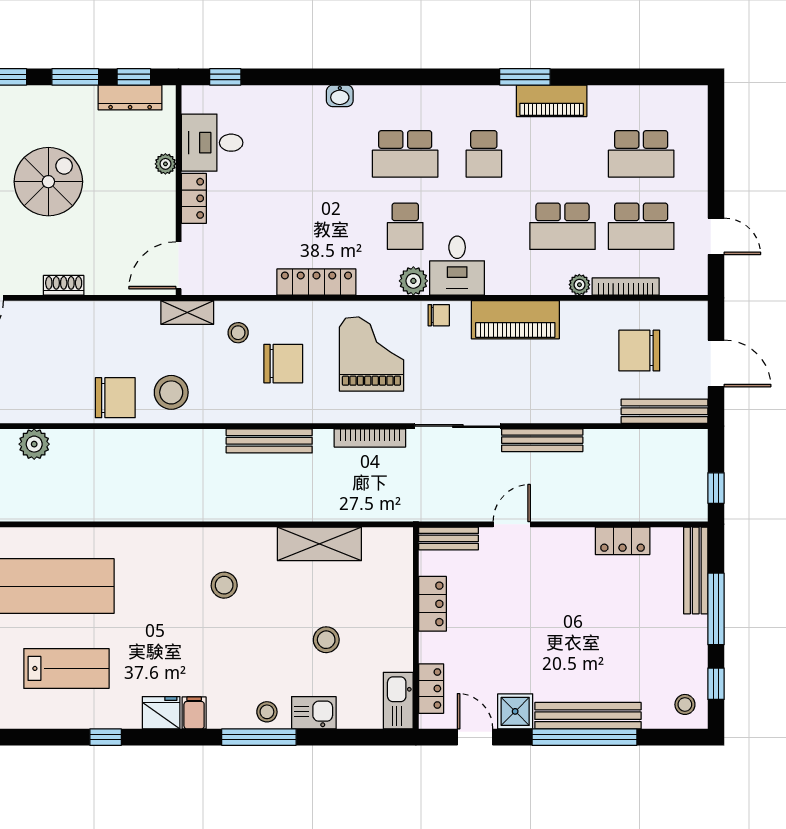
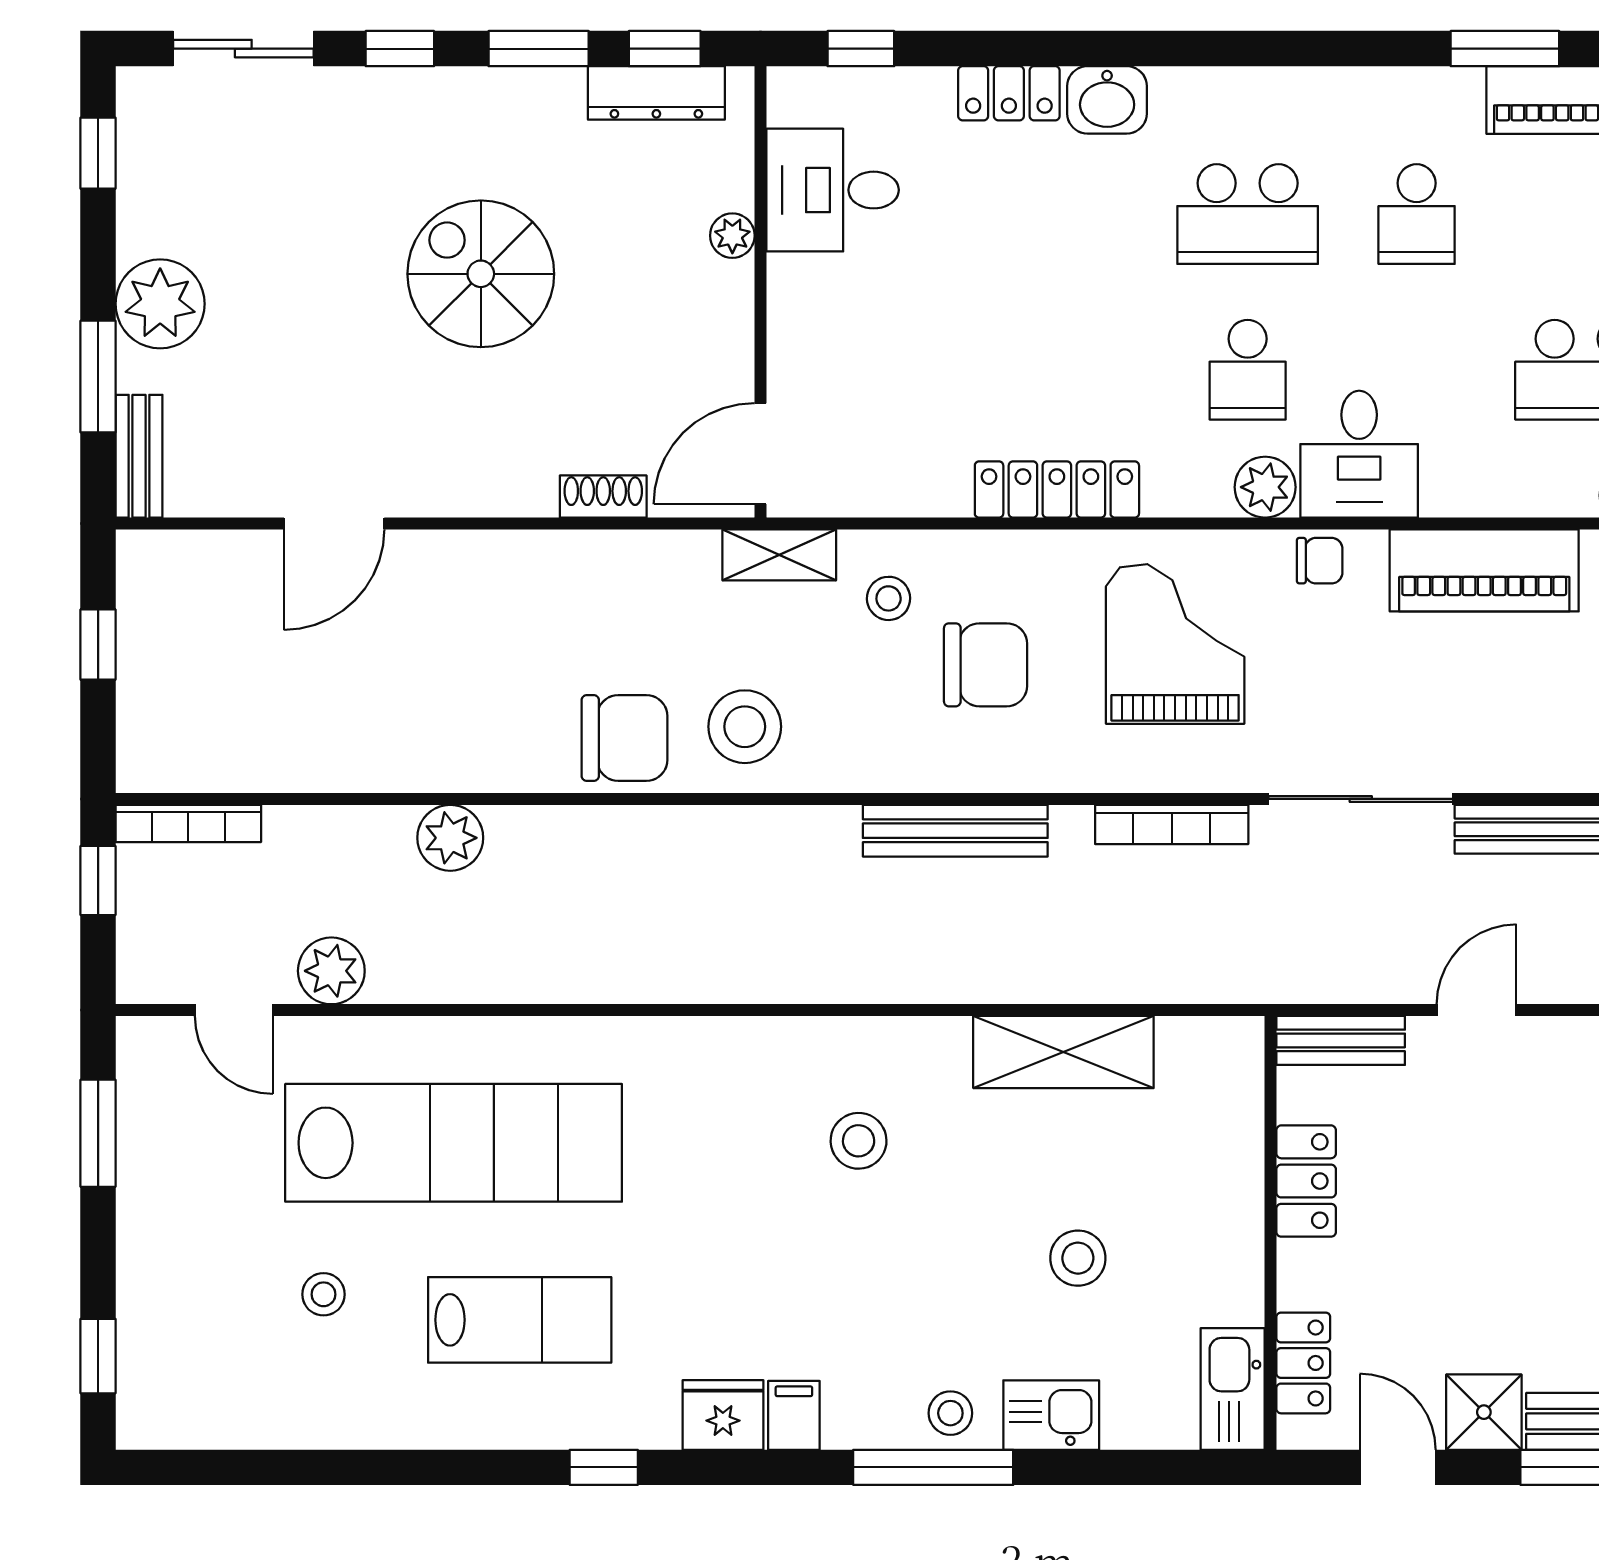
washbasin: (340, 96) -> (1107, 100), width x1.38, depth x1.45
spiral stairs: (48, 182) -> (481, 274), turned -90
locker: (194, 198) -> (1009, 93), moved, turned 90
shoe rack: (64, 285) -> (603, 497), moved

